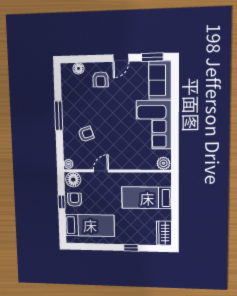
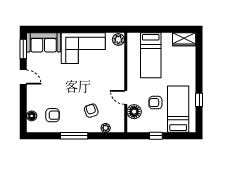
armchair: (101, 79) -> (53, 115), moved
plant: (69, 164) -> (106, 128), moved
floor lamp: (73, 180) -> (134, 112), moved
armchair: (75, 200) -> (155, 103), moved
window: (131, 248) -> (199, 100), moved

